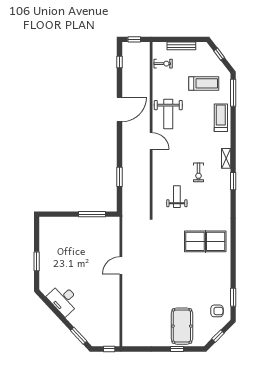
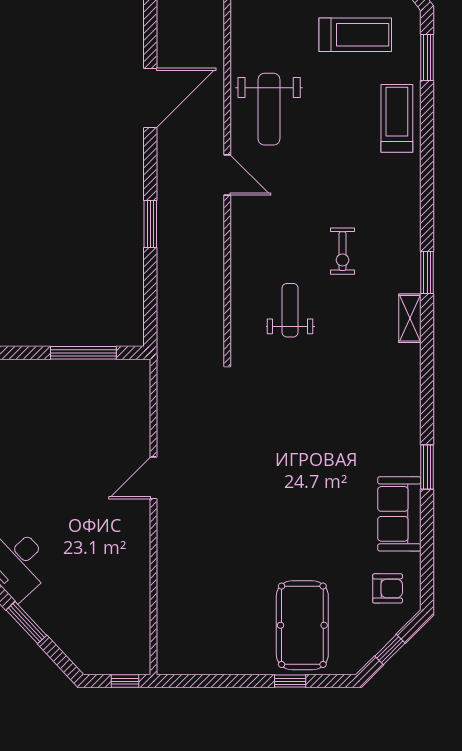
window: (233, 93) -> (427, 57), width x0.69
shelving: (226, 158) -> (410, 318), moved
window: (119, 177) -> (150, 224), moved
table tennis table: (205, 241) -> (359, 419), removed
sofa: (222, 280) -> (399, 514), added
window: (233, 297) -> (427, 467), moved
window: (79, 336) -> (26, 623), moved

